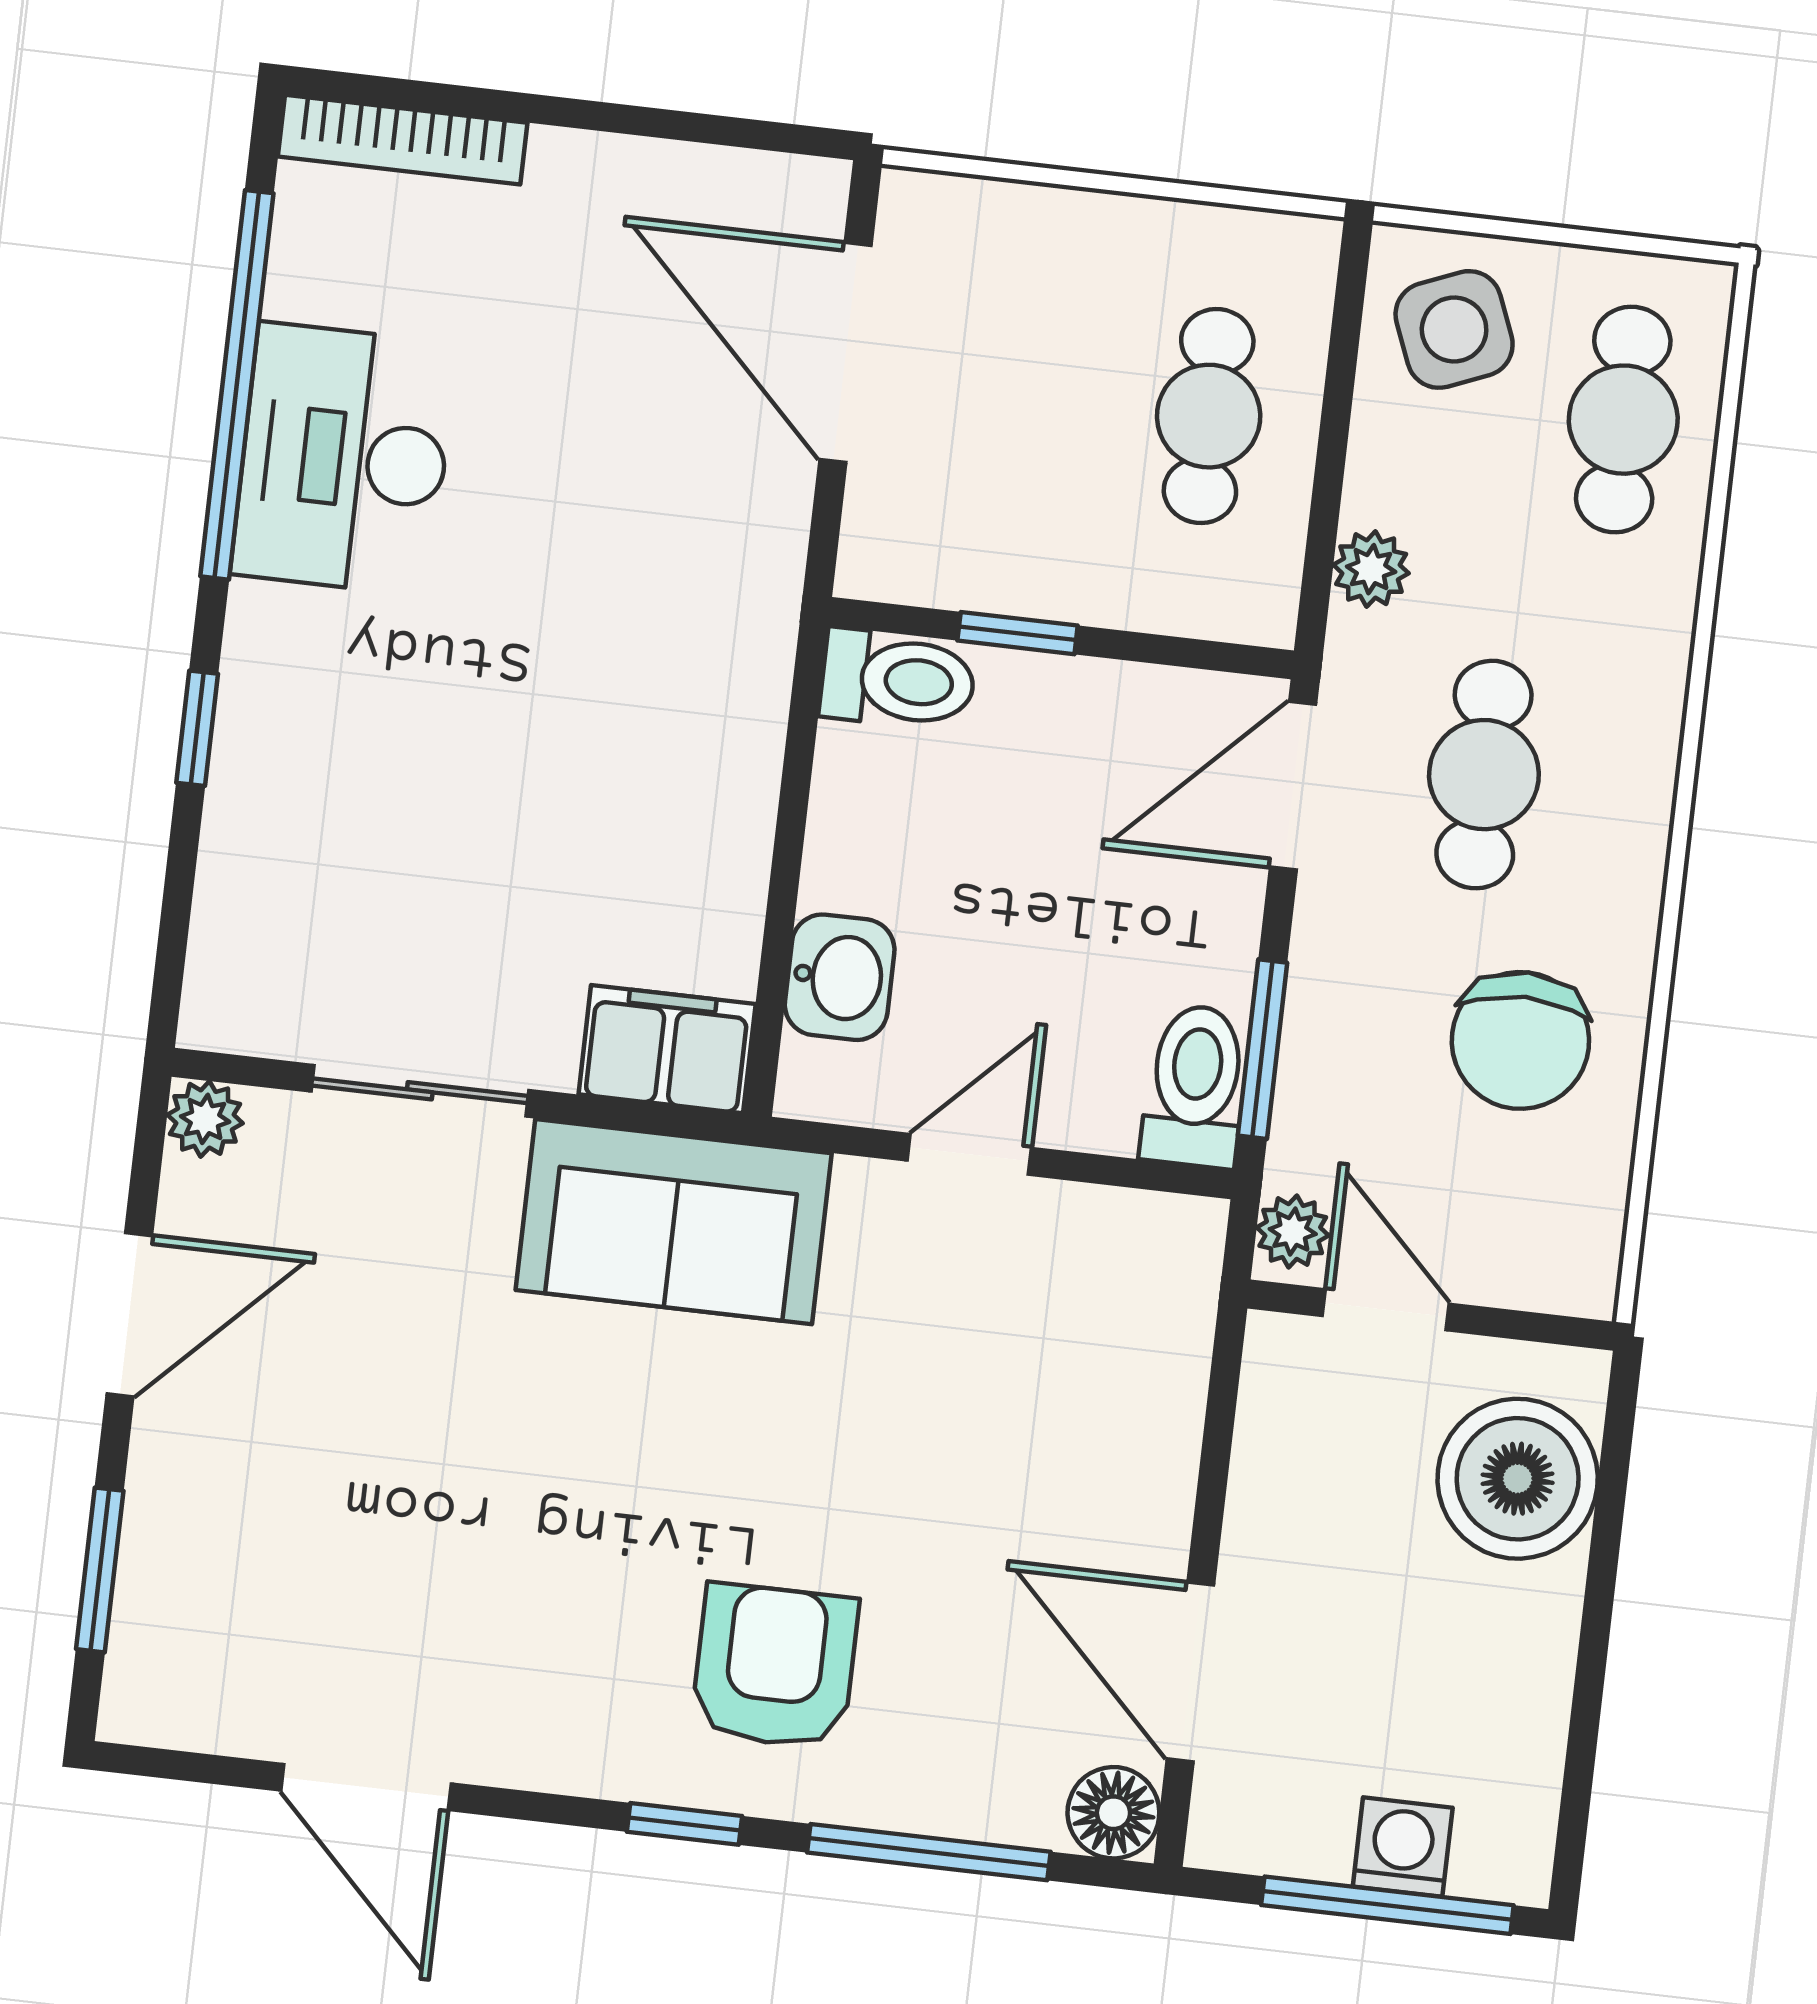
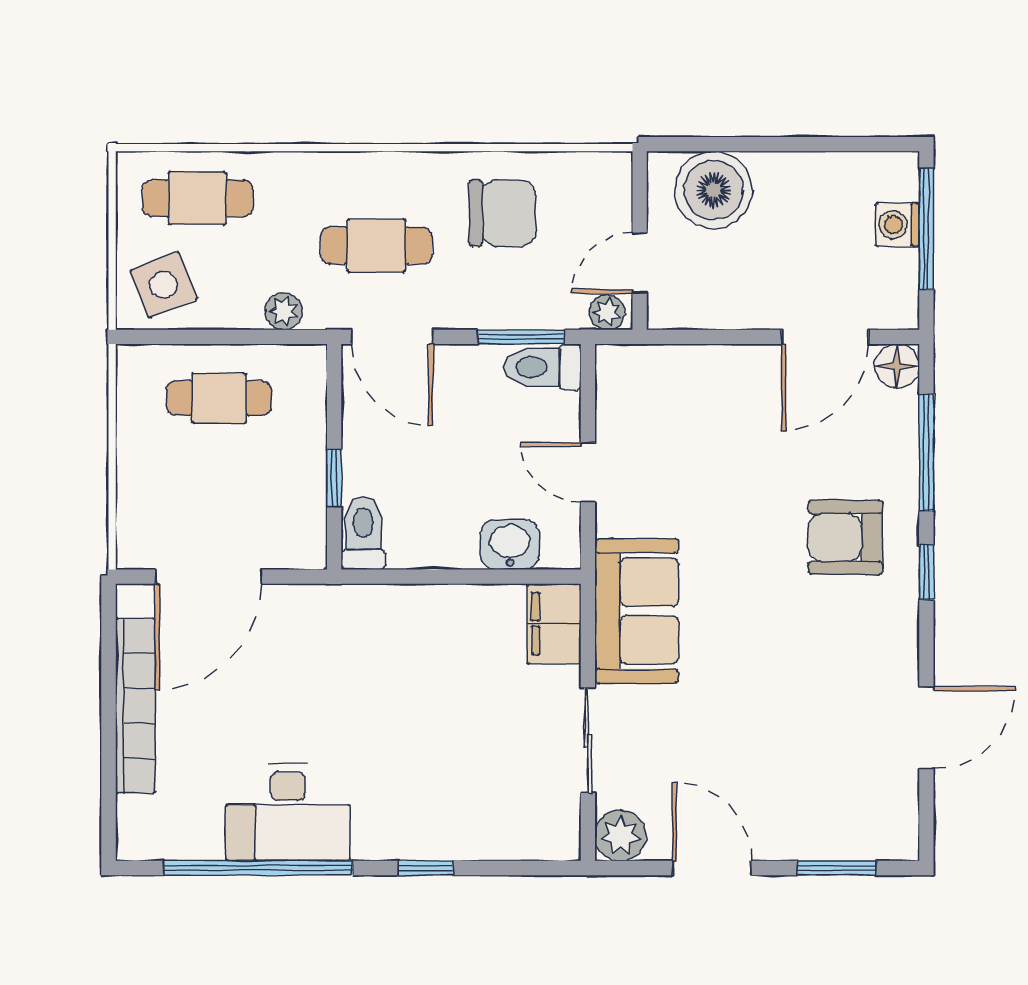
bookcase: (403, 140) -> (135, 706), moved, width x1.48, depth x1.31
plant: (205, 1119) -> (620, 835), width x1.38, depth x1.38

